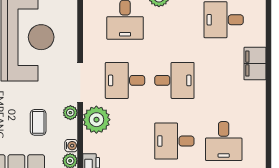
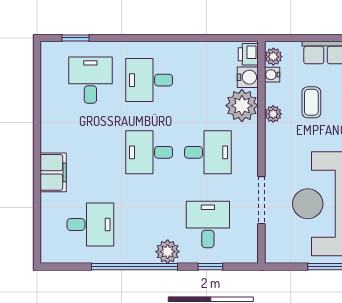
doorway: (80, 82) -> (261, 200), moved
desk: (174, 141) -> (149, 80), turned 180
water cooler: (92, 143) -> (248, 77), added

